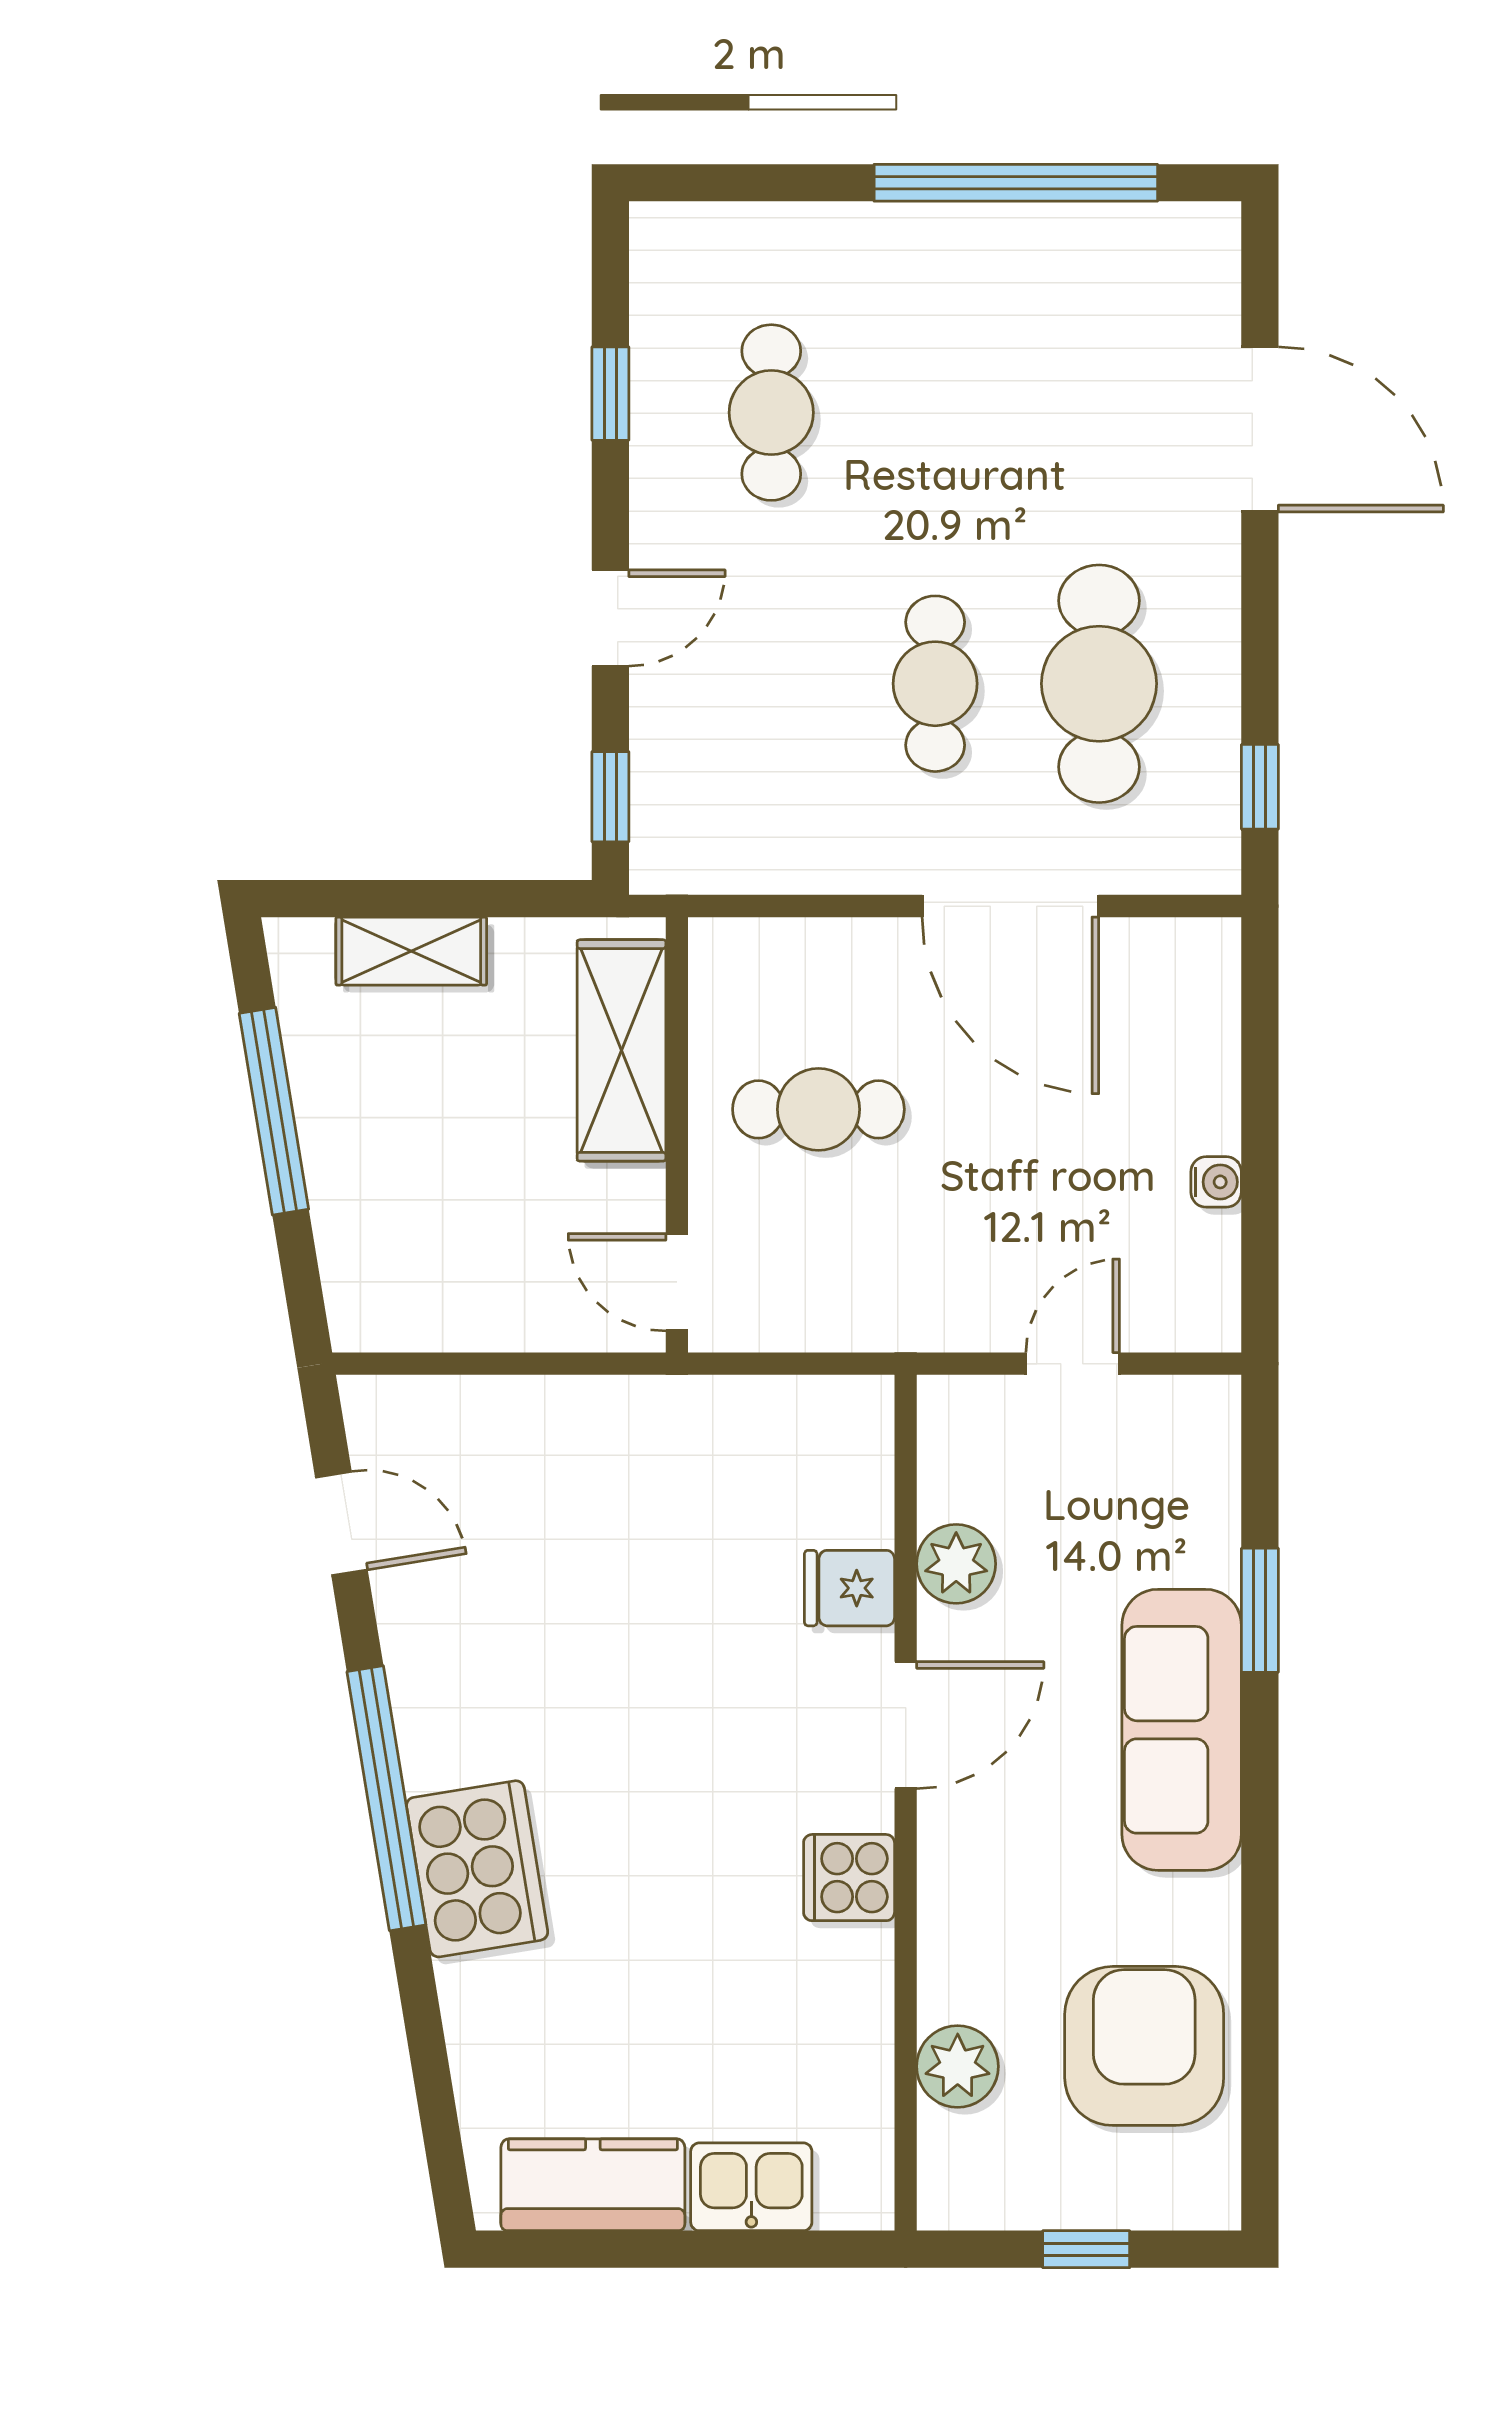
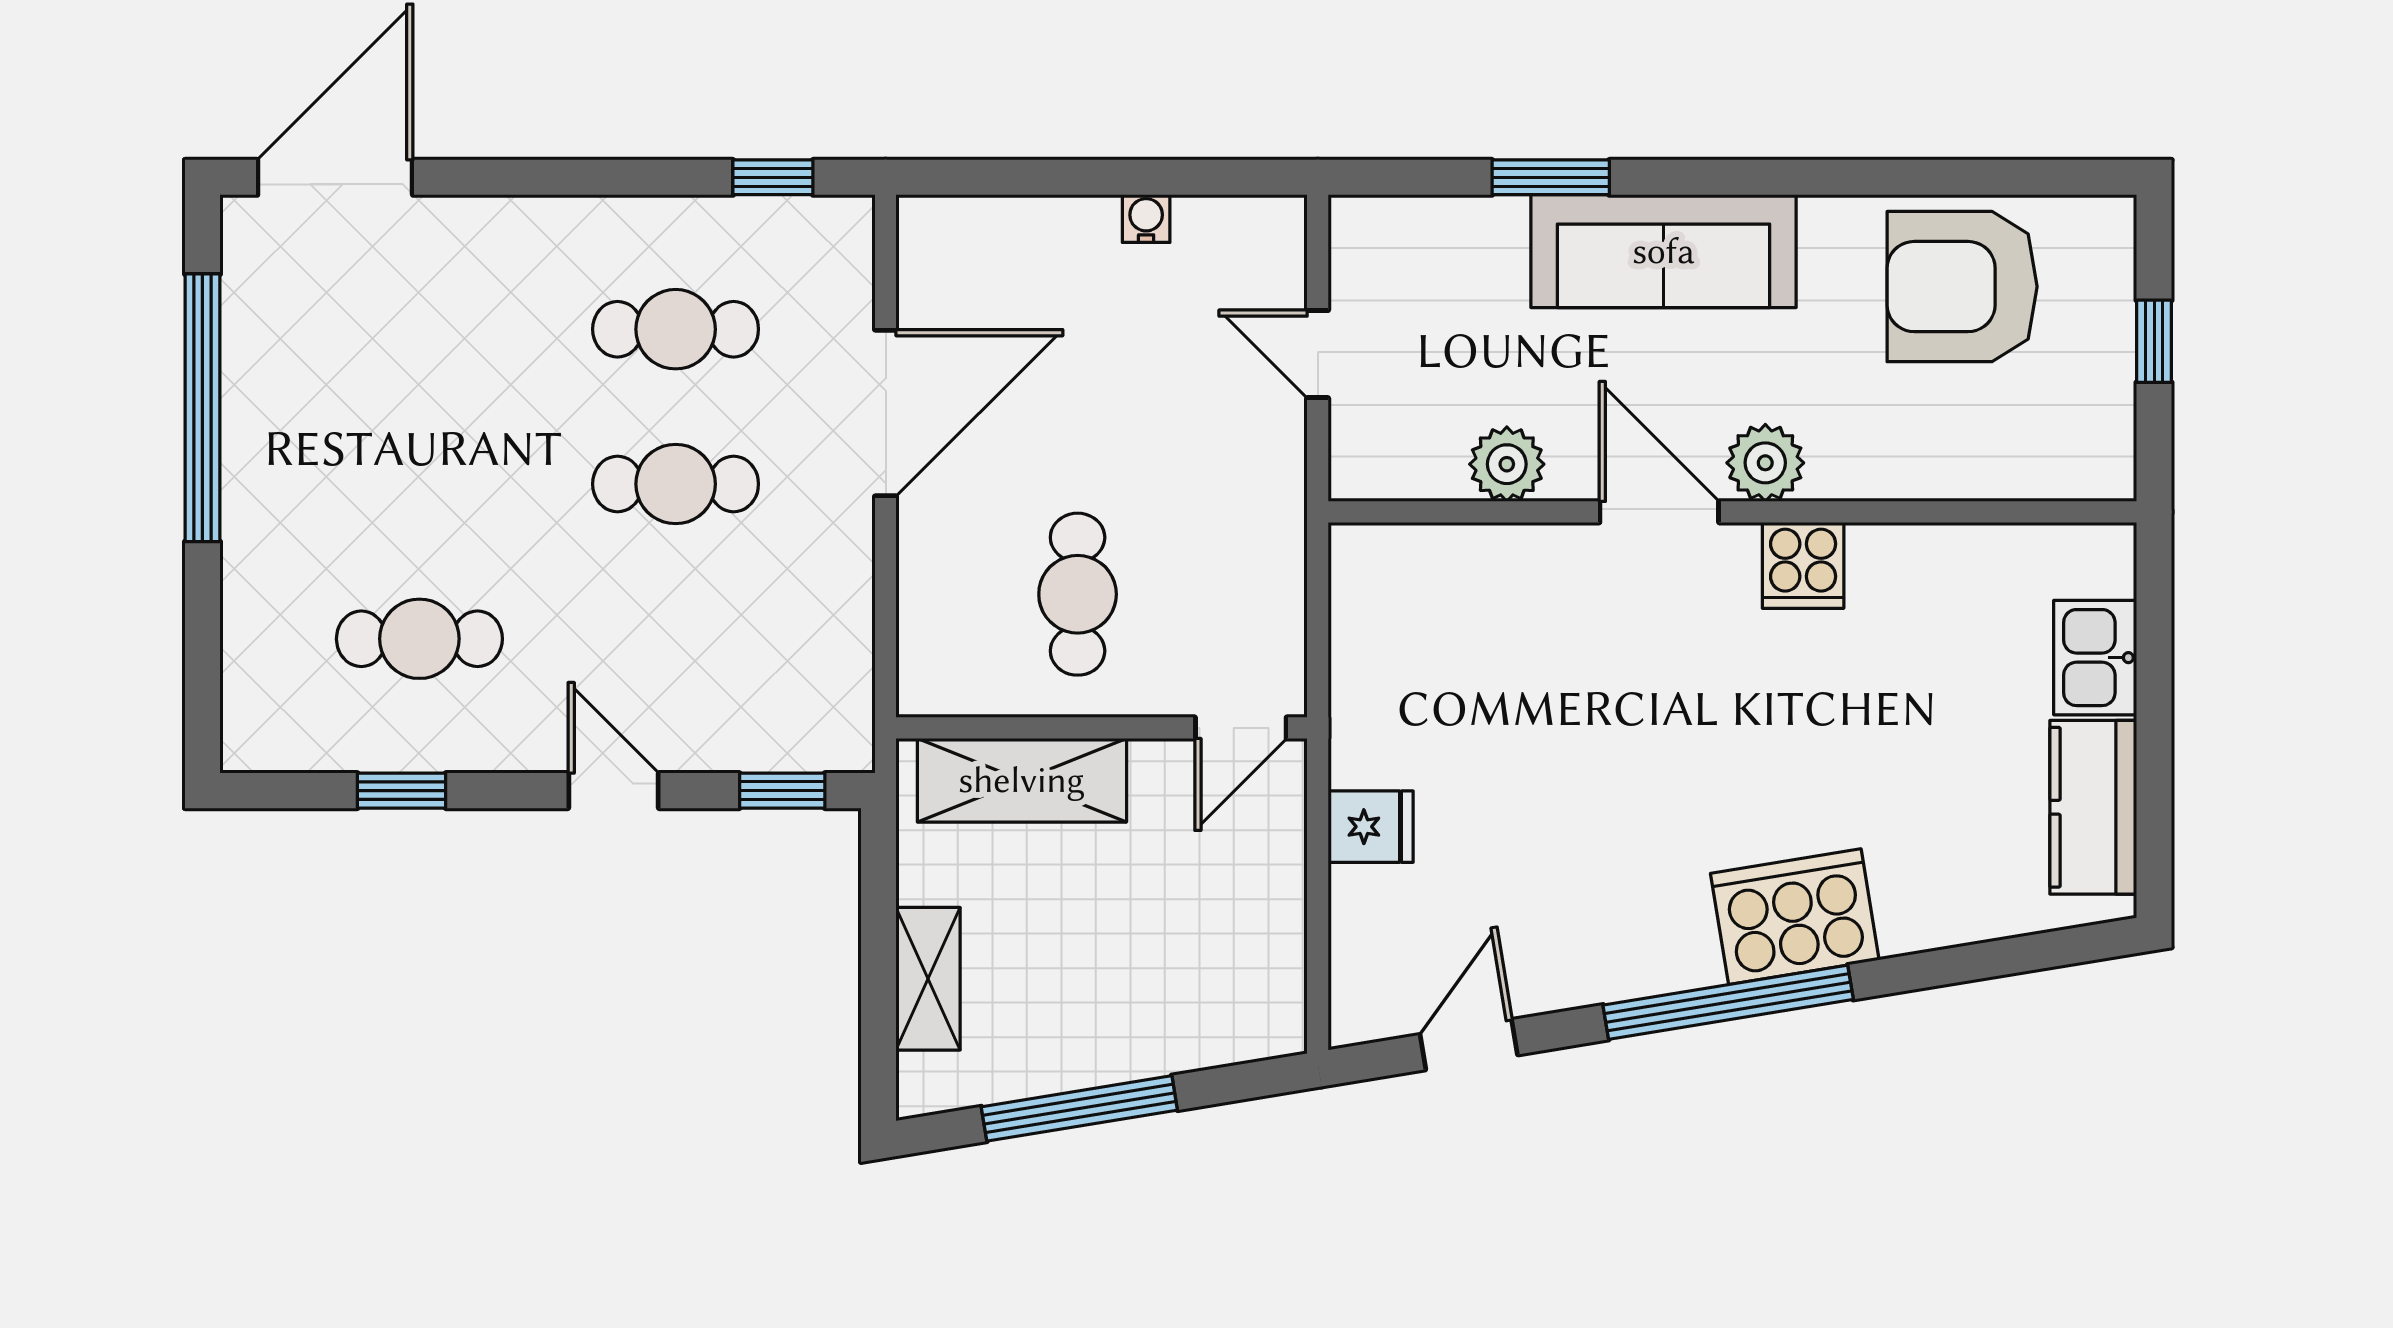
door: (1260, 429) -> (335, 177), moved
cafe table: (1099, 684) -> (676, 329), width x0.73, depth x0.74
fridge: (849, 1588) -> (1371, 827), moved, turned -90
plant: (958, 2066) -> (1765, 463), moved

